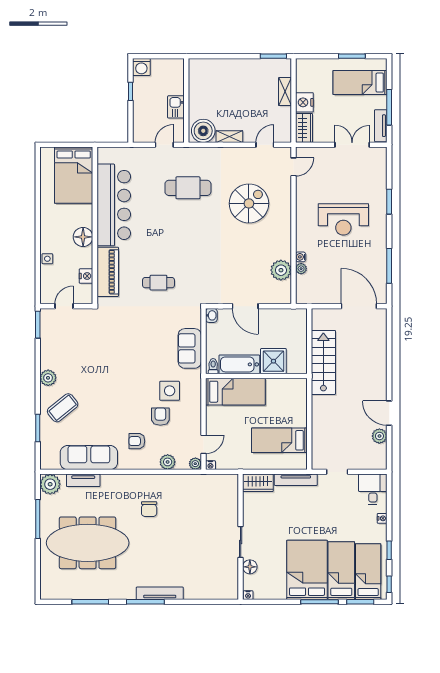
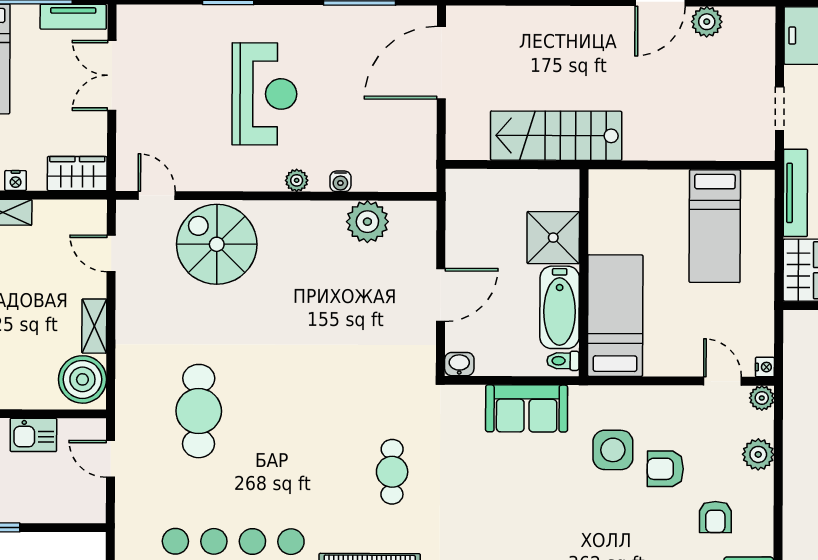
nightstand: (304, 102) -> (16, 181), width x0.53, depth x0.56
spiral stairs: (249, 203) -> (217, 244), moved
plant: (301, 269) -> (297, 180), moved

